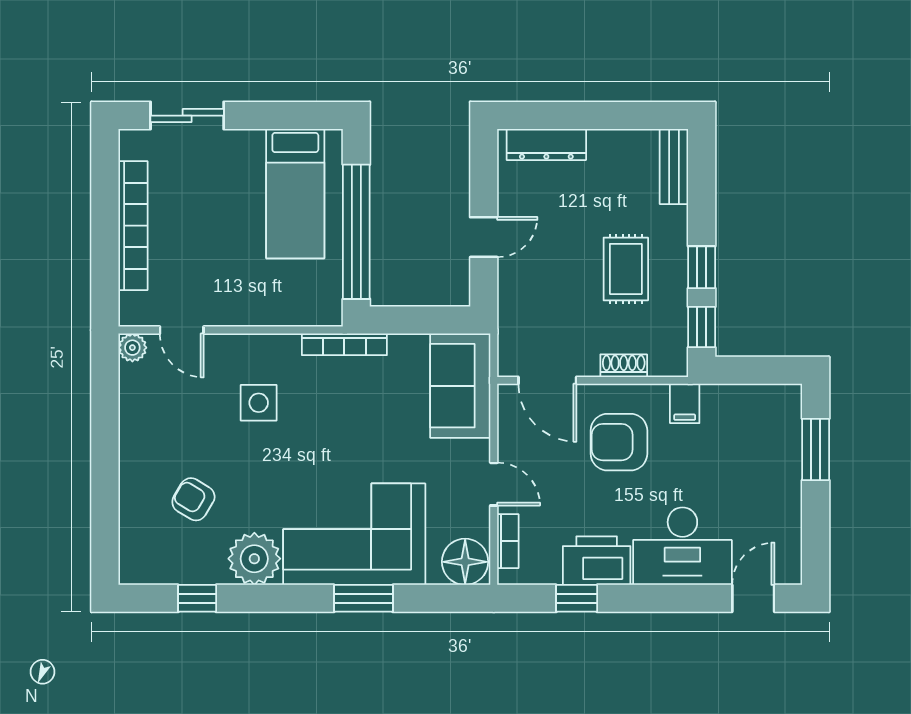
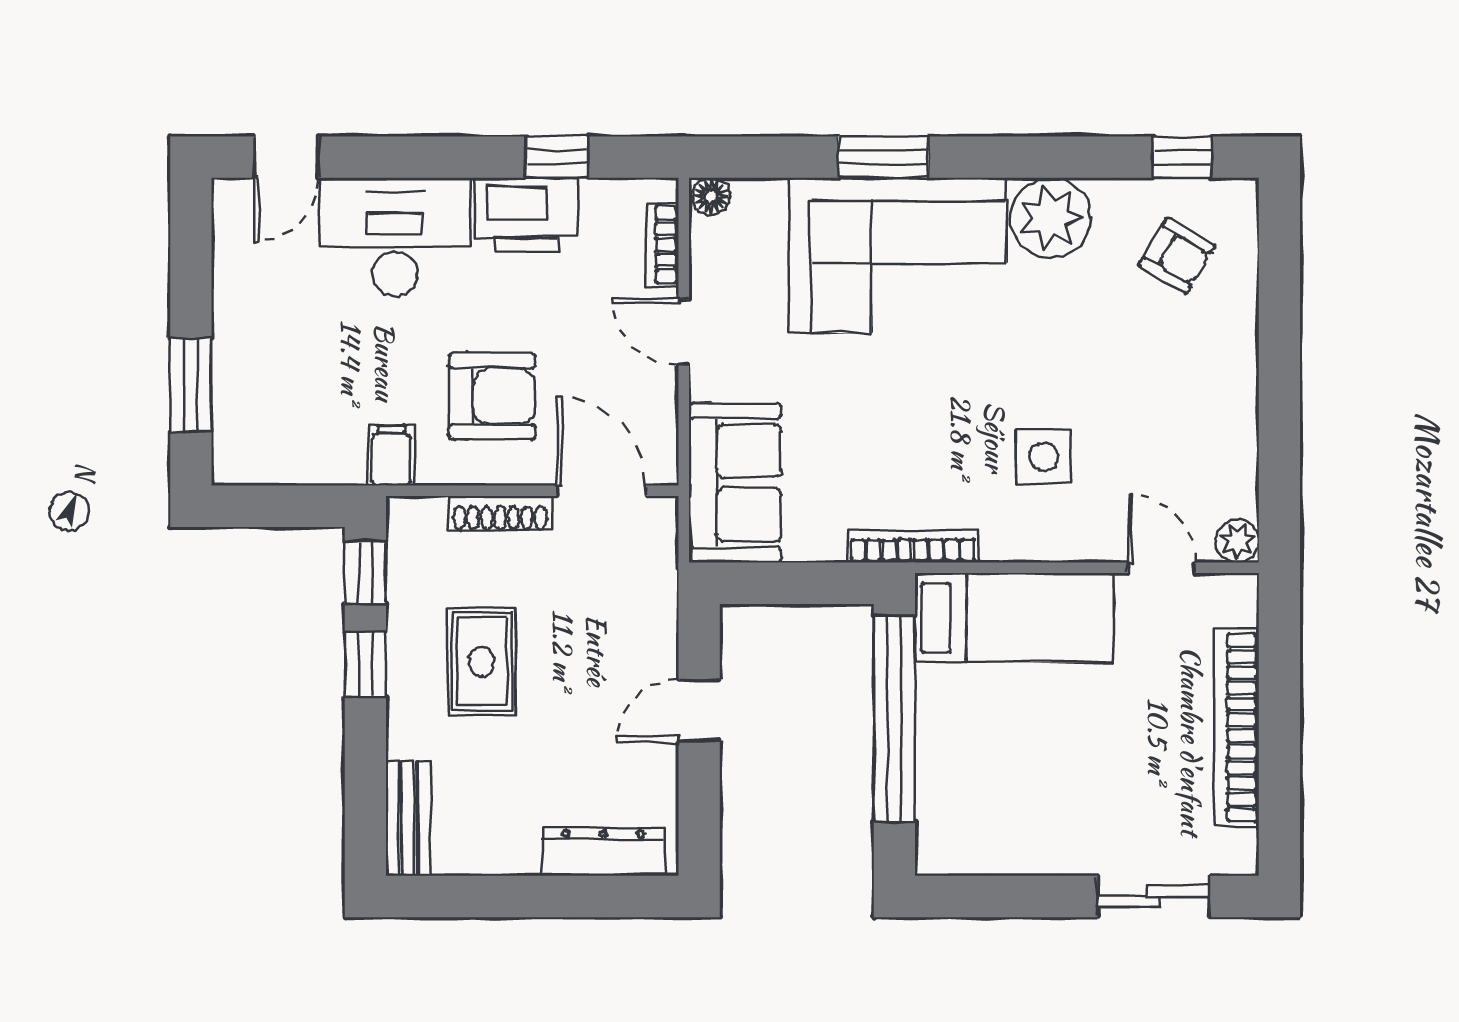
bed: (295, 194) -> (1014, 618), moved, turned 90
shoe rack: (624, 366) -> (500, 513), width x1.43
armchair: (193, 499) -> (1177, 255), moved
floor lamp: (465, 562) -> (711, 196), width x0.53, depth x0.53
window: (197, 598) -> (1182, 157), moved

